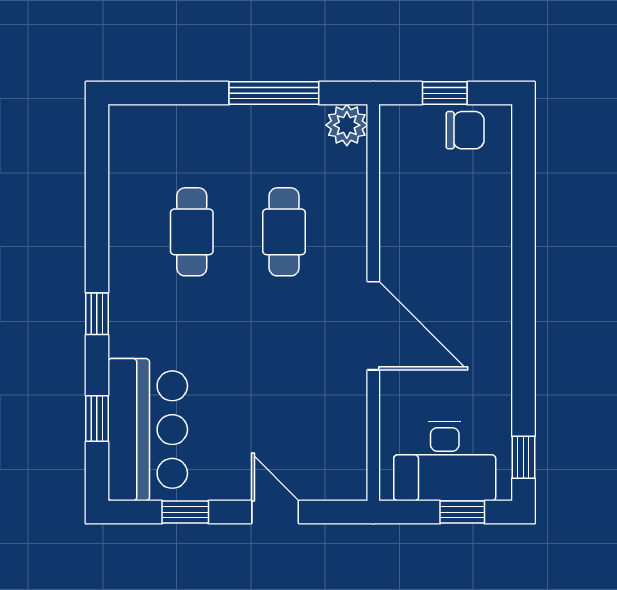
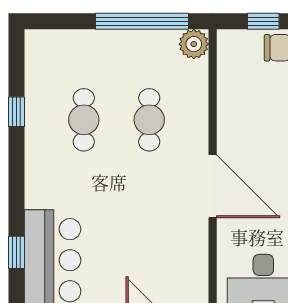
window: (274, 93) -> (142, 21), width x1.46
window: (97, 314) -> (17, 112), moved

